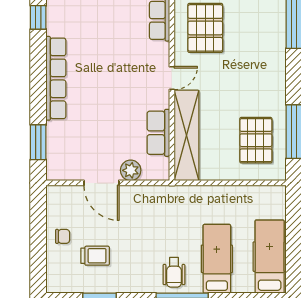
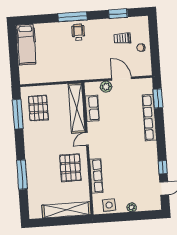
row of seats: (56, 78) -> (149, 118), moved
hospital bed: (217, 259) -> (55, 41), removed

